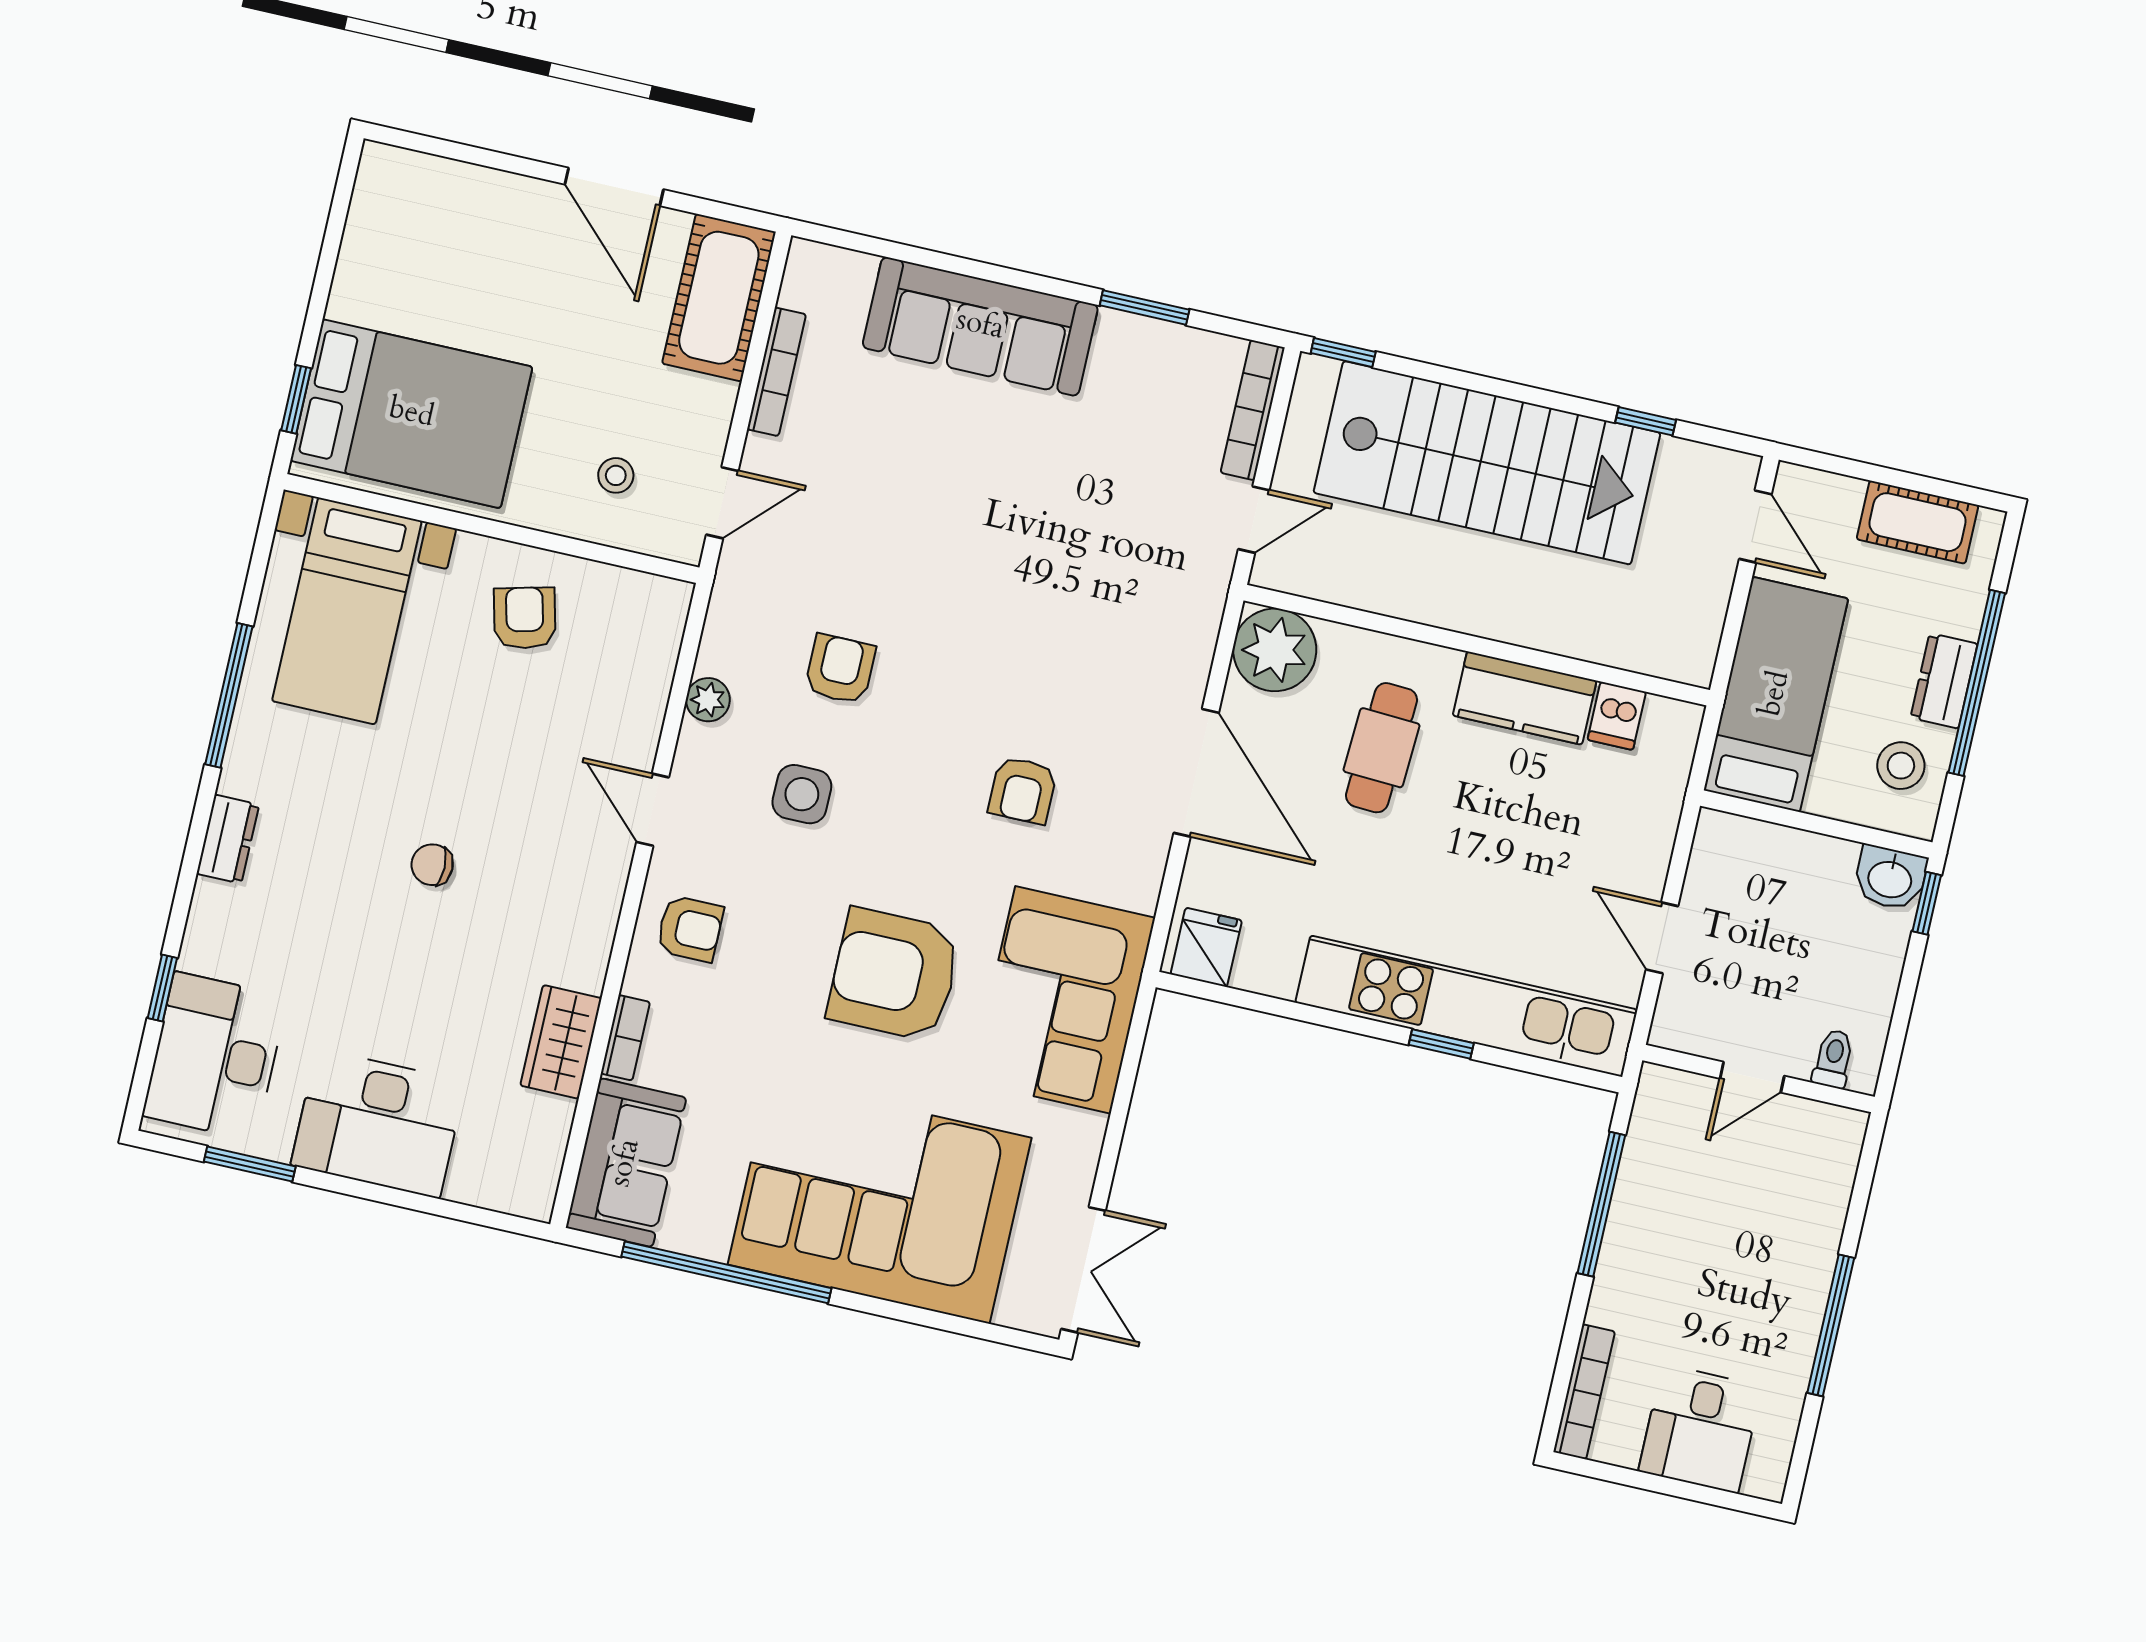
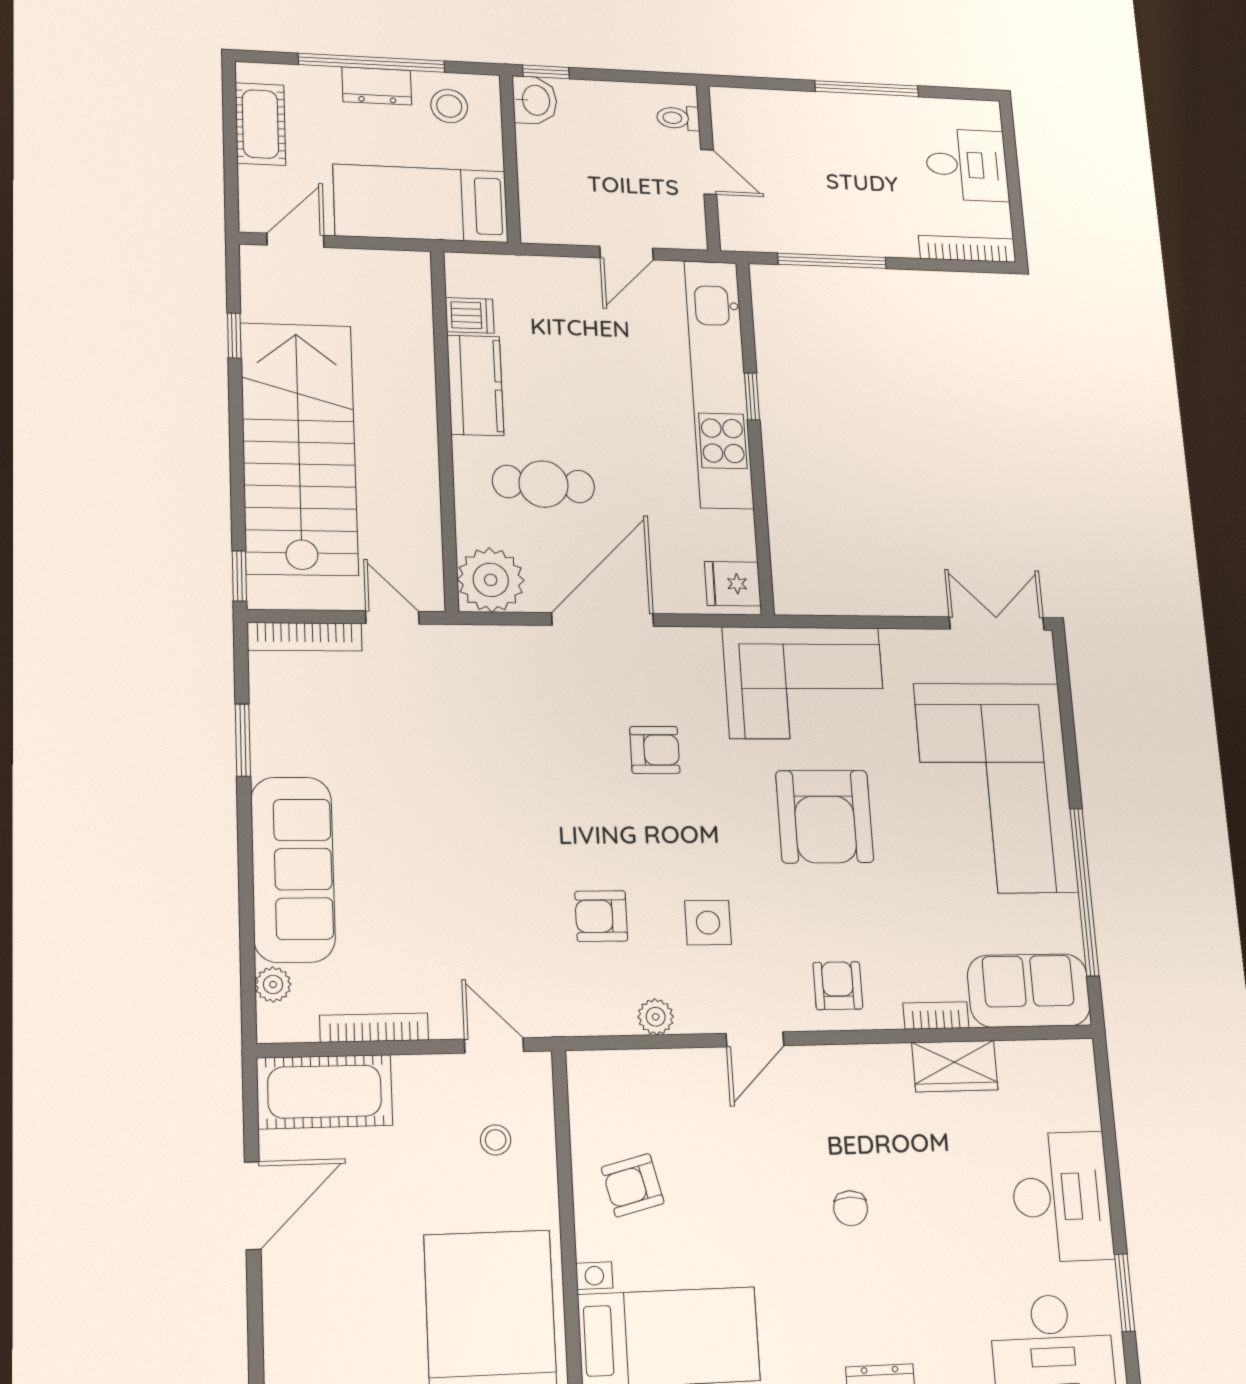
plant: (853, 271) -> (273, 984), added

